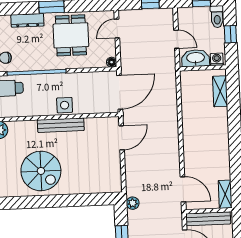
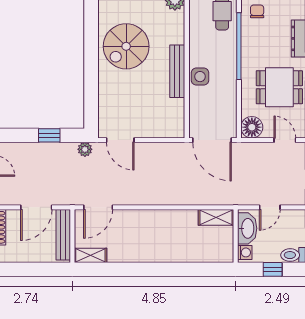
floor lamp: (112, 62) -> (252, 127), width x1.89, depth x1.89
shelving: (220, 91) -> (216, 217), moved
door: (122, 138) -> (120, 140), moved

